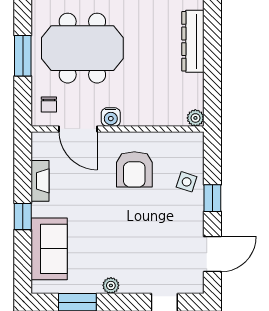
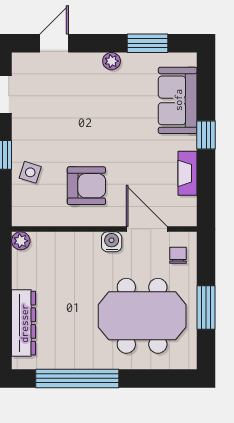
armchair: (134, 169) -> (86, 186), turned 90

